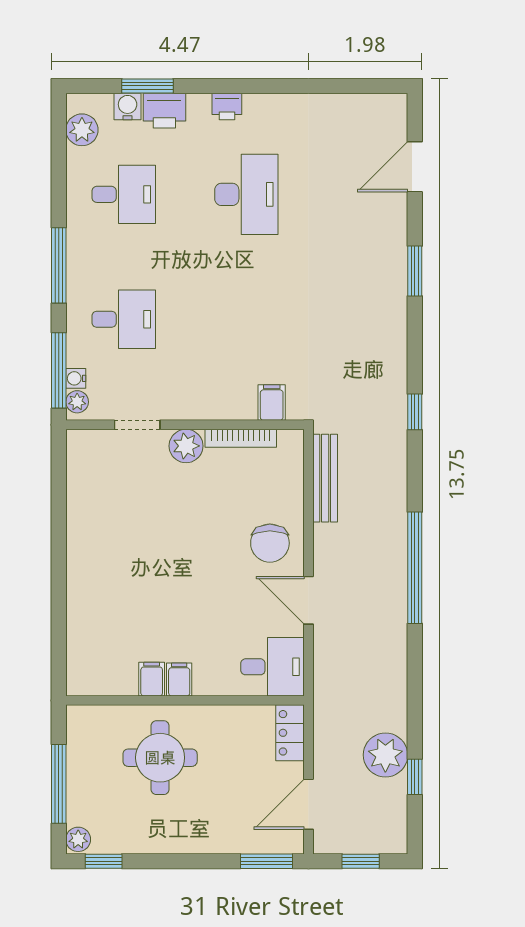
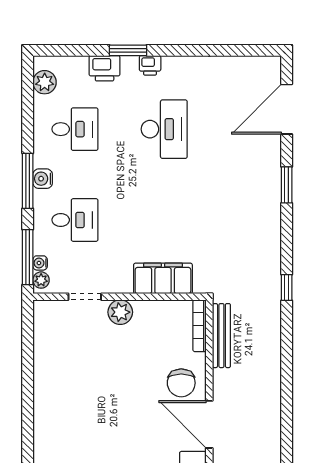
window: (147, 86) -> (128, 50), moved
water cooler: (128, 107) -> (43, 179), moved, turned -90
door: (415, 167) -> (287, 109), width x1.36
filing cabinet: (272, 403) -> (163, 278), width x3.00, depth x1.17
bookcase: (241, 438) -> (200, 326), moved, turned 90
window: (415, 568) -> (287, 401), removed
door: (309, 600) -> (209, 424), width x1.36

